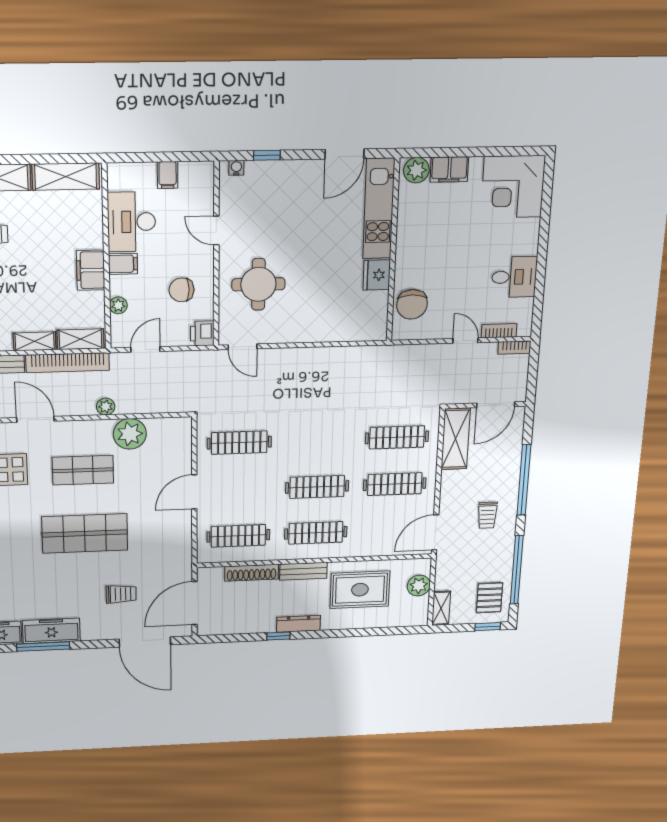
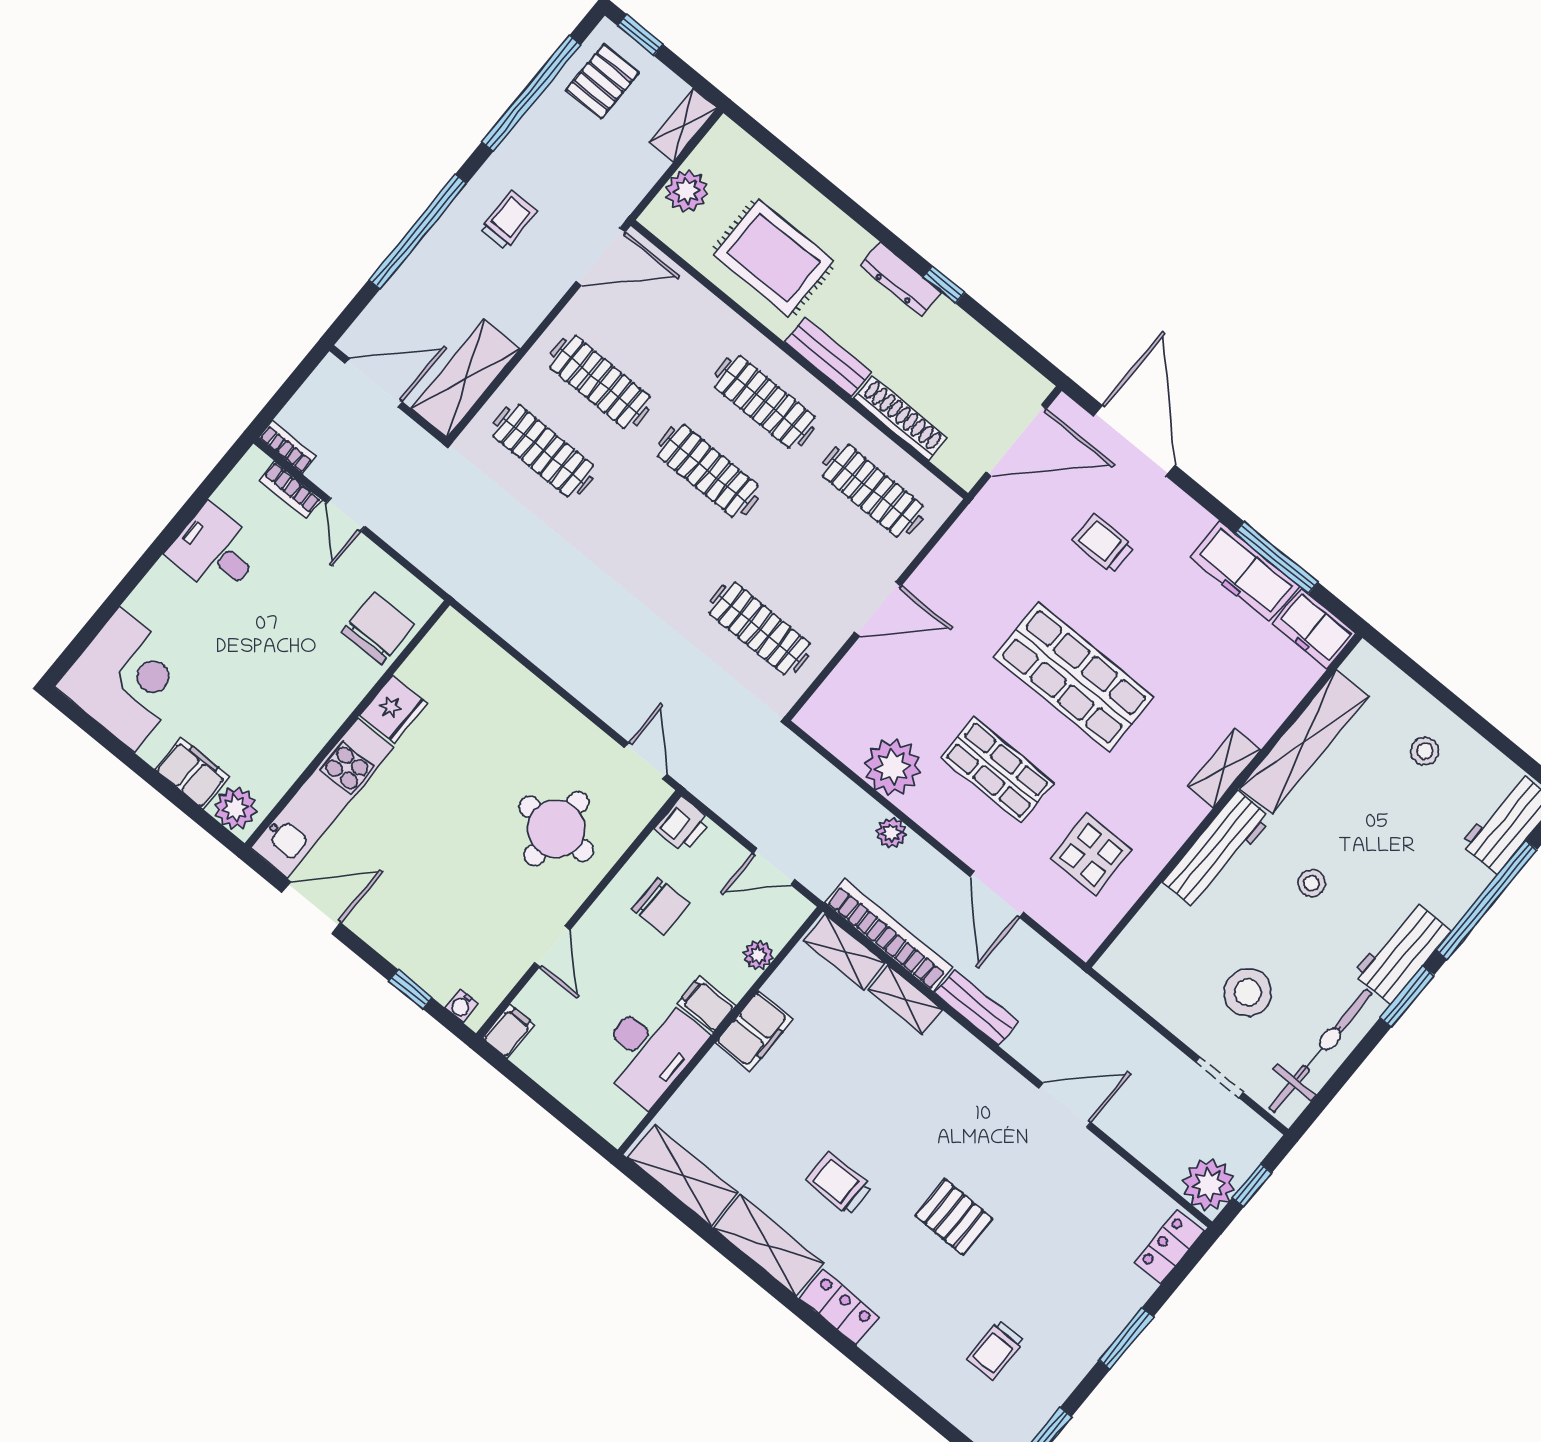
filing cabinet: (168, 175) -> (508, 1032), moved

